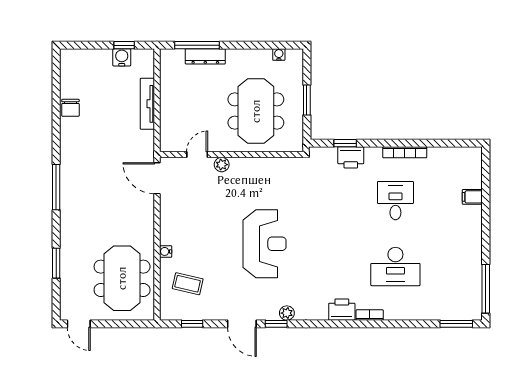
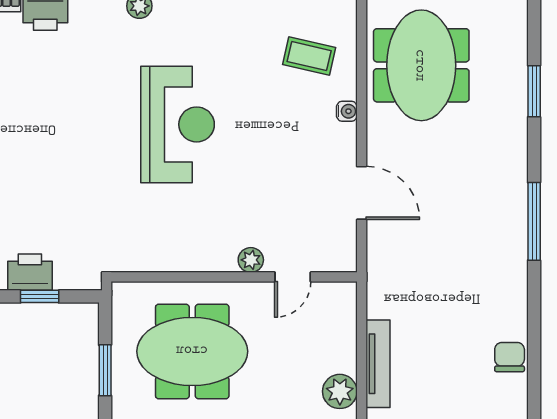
plant: (170, 88) -> (340, 391), added
meeting table: (256, 111) -> (192, 351), turned 90
door: (157, 178) -> (362, 193), moved
reception desk: (265, 244) -> (178, 124), turned 180

